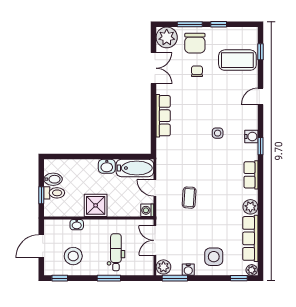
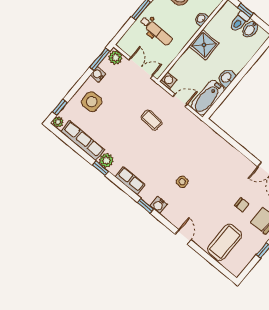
window: (260, 52) -> (101, 168), moved
row of seats: (163, 116) -> (229, 152), removed

